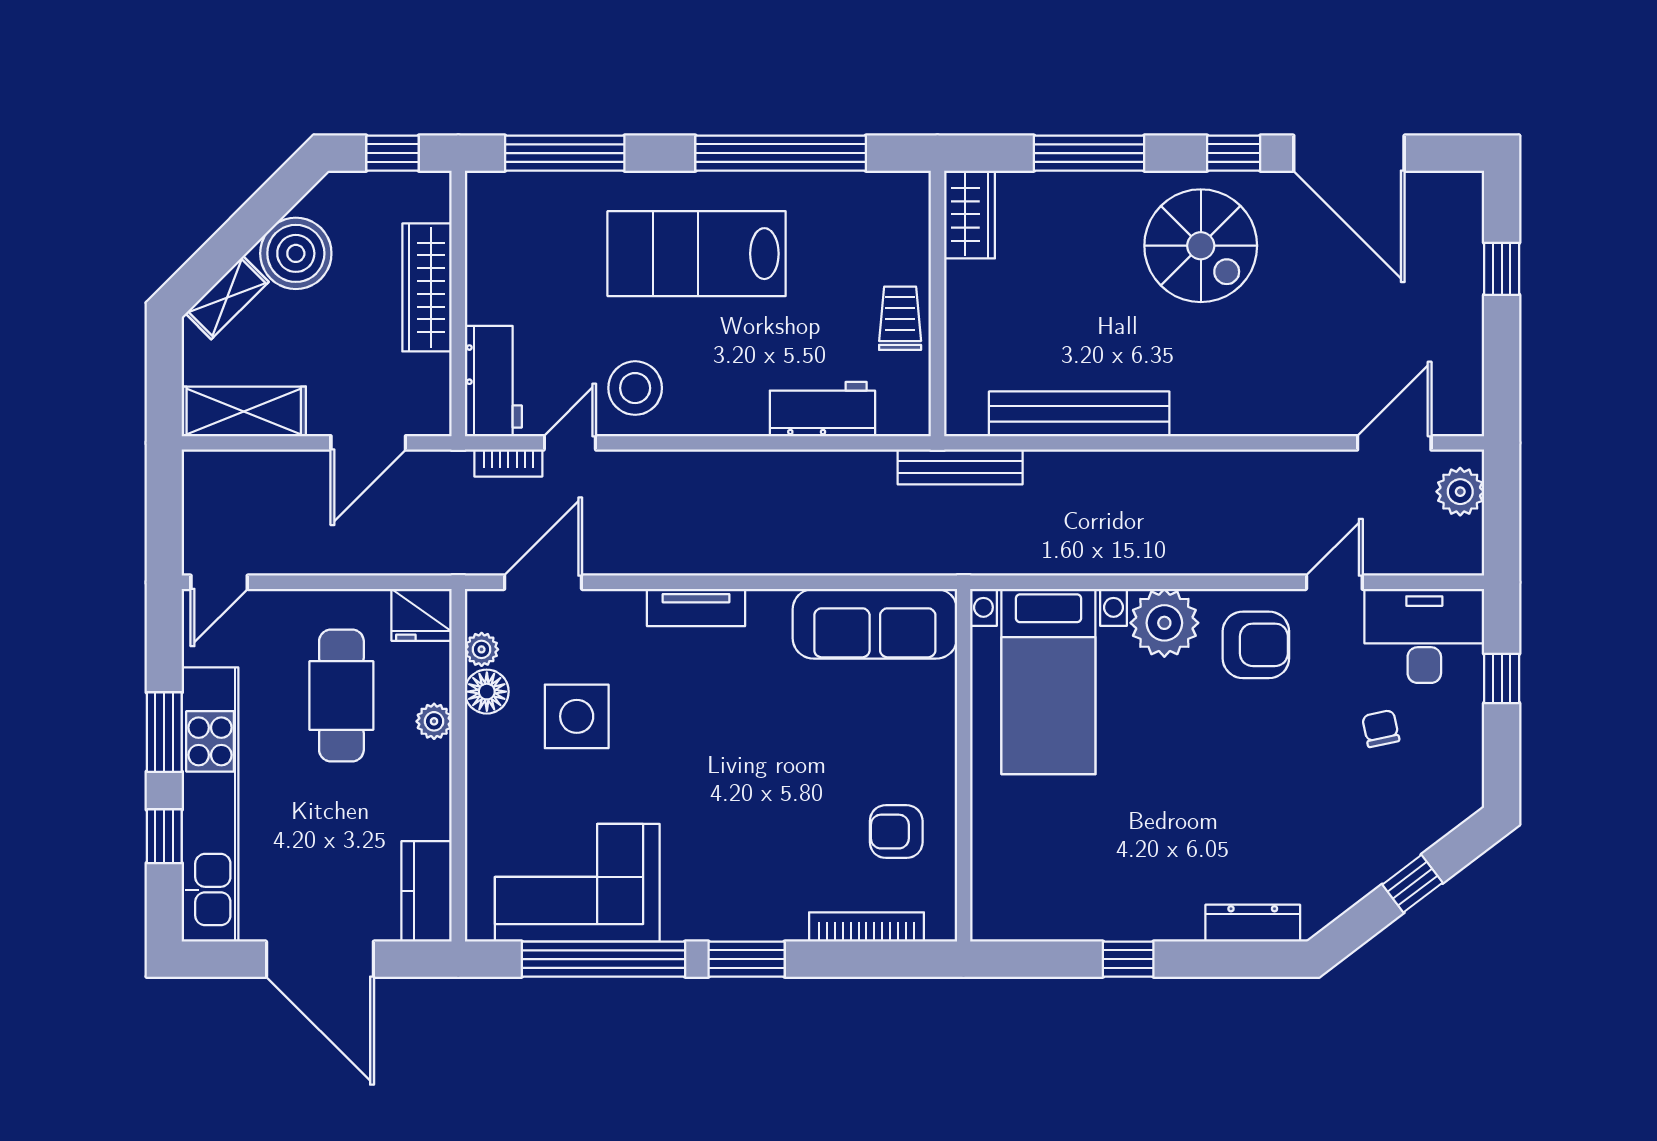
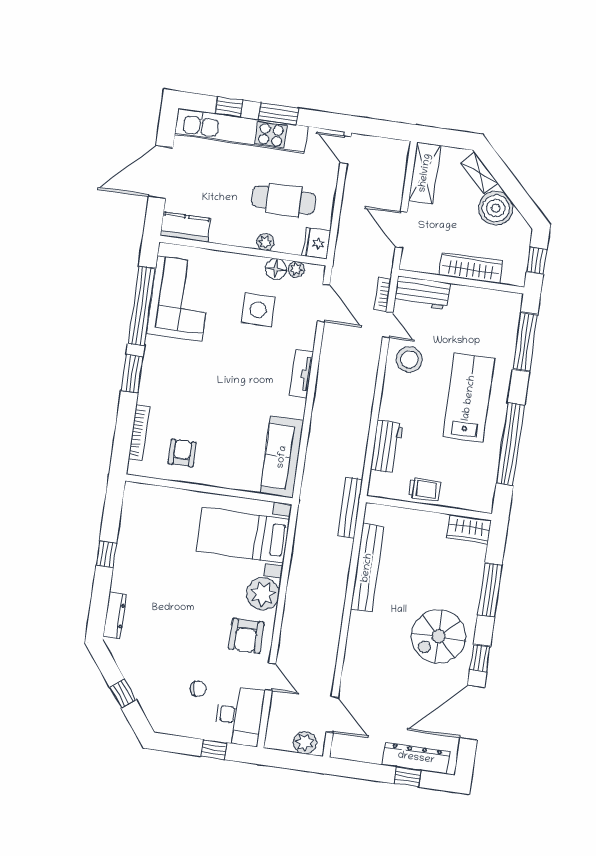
dresser: (1460, 257) -> (416, 758), added

